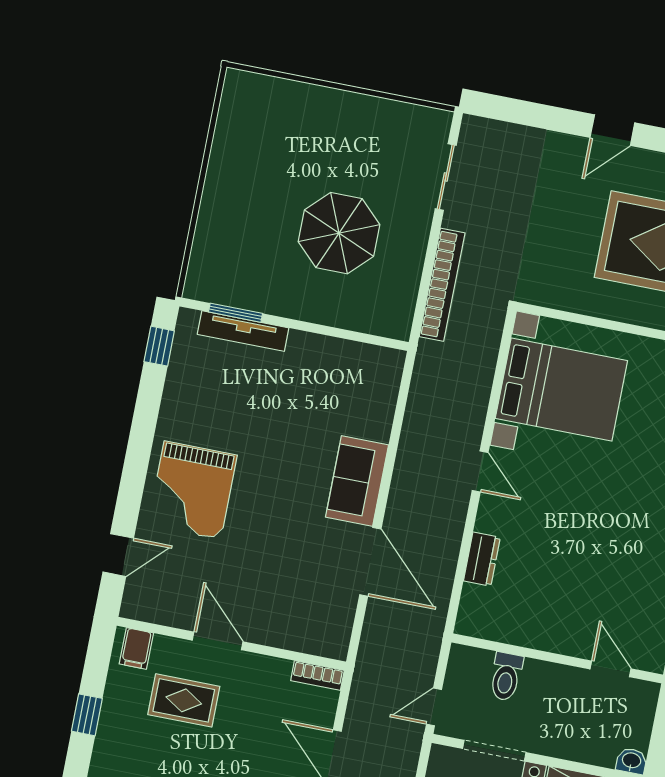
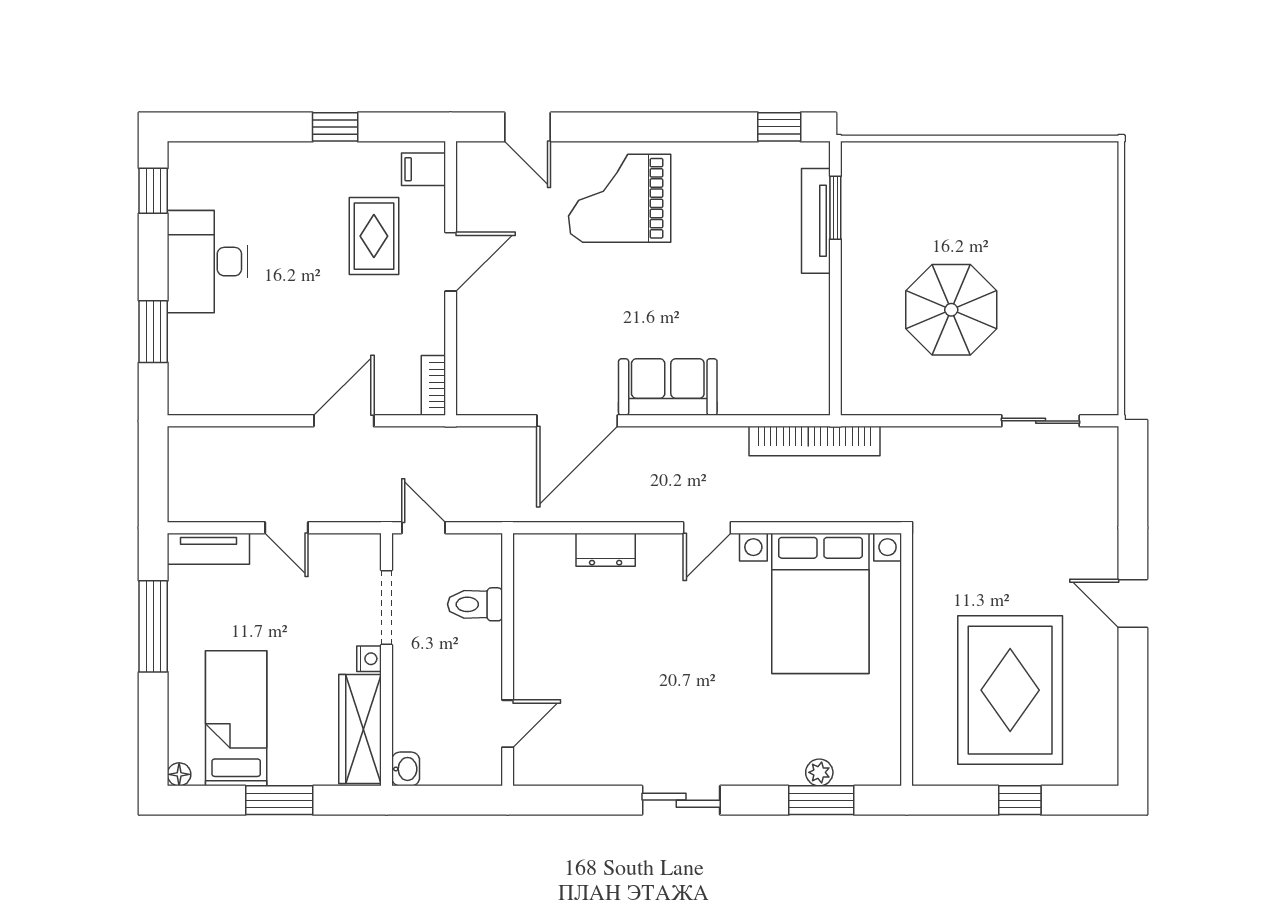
bookcase: (442, 285) -> (815, 441), moved

